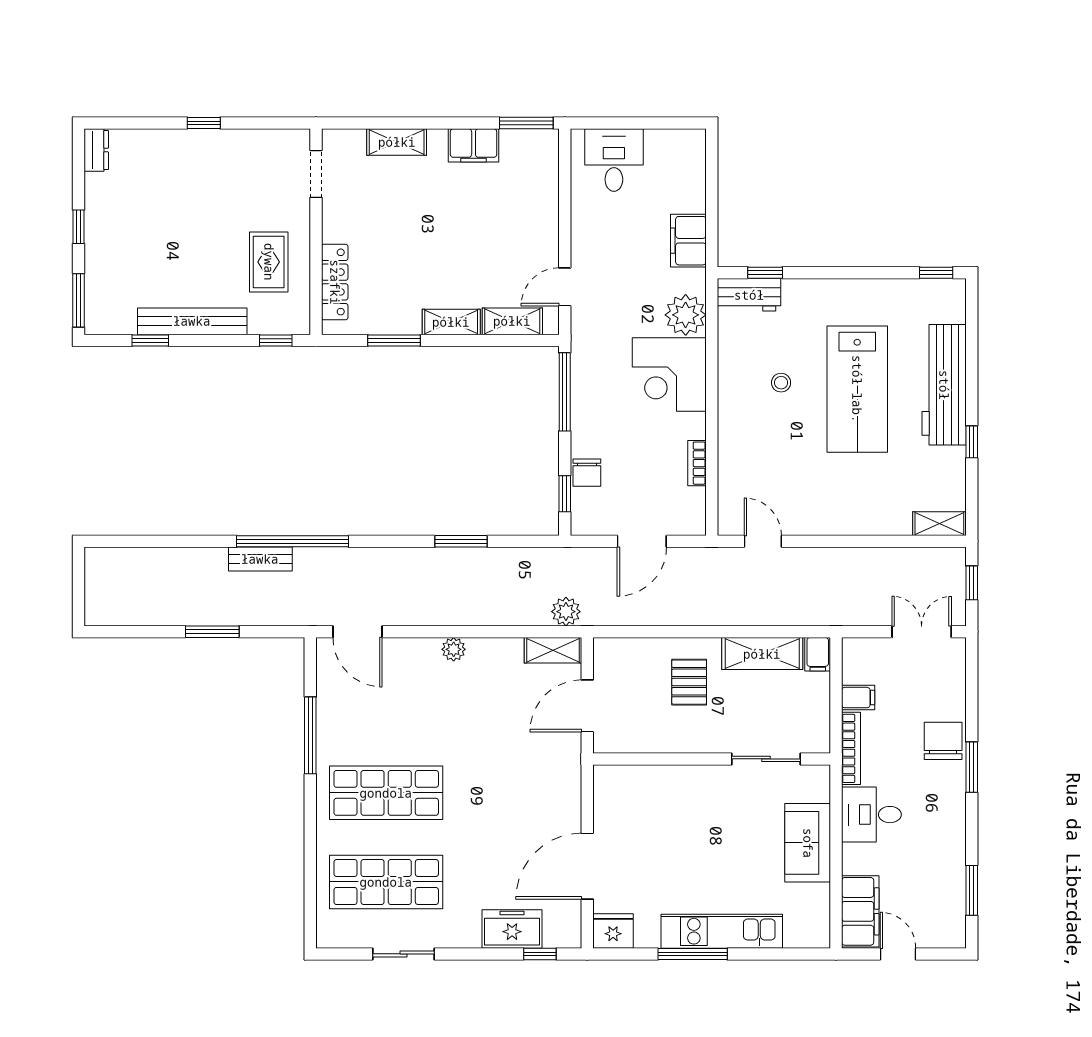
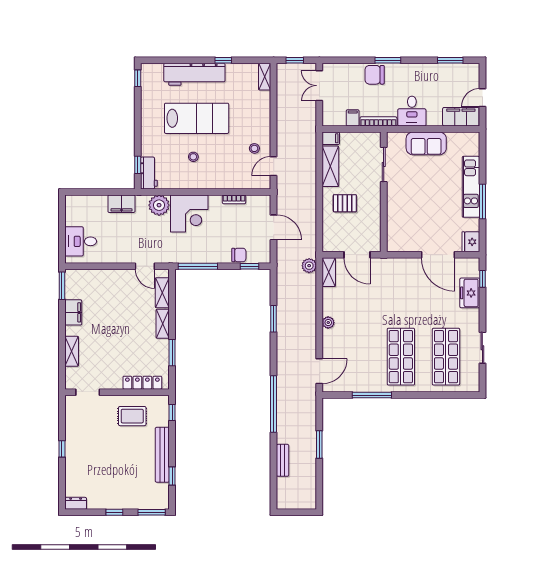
stool: (798, 503) -> (254, 148), added
bench: (260, 559) -> (283, 460), moved

